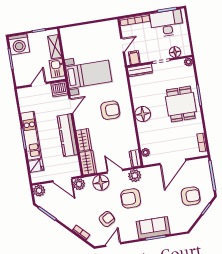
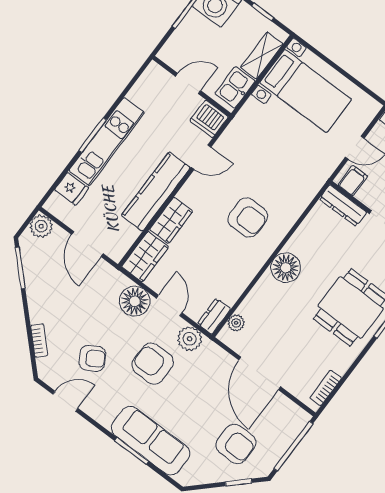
bed with nightstands: (89, 74) -> (306, 91), moved
door: (173, 162) -> (260, 373), hinge flipped
plant: (79, 184) -> (103, 273), removed
sofa: (153, 228) -> (151, 441), width x1.36

